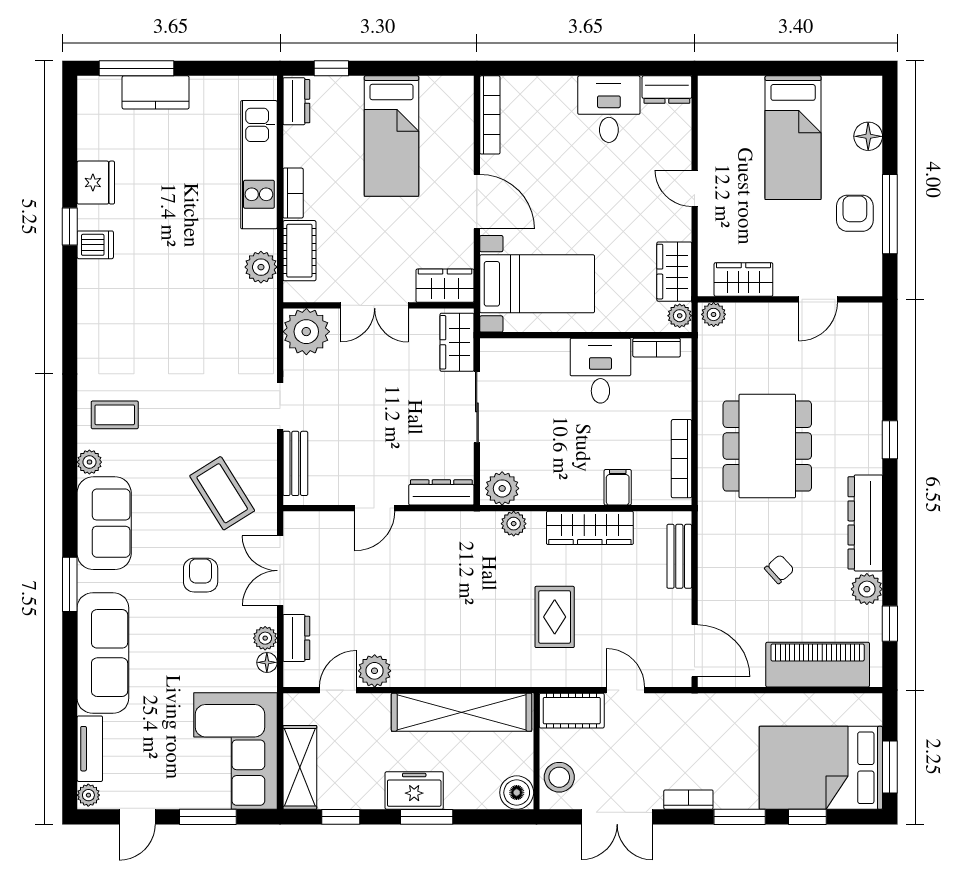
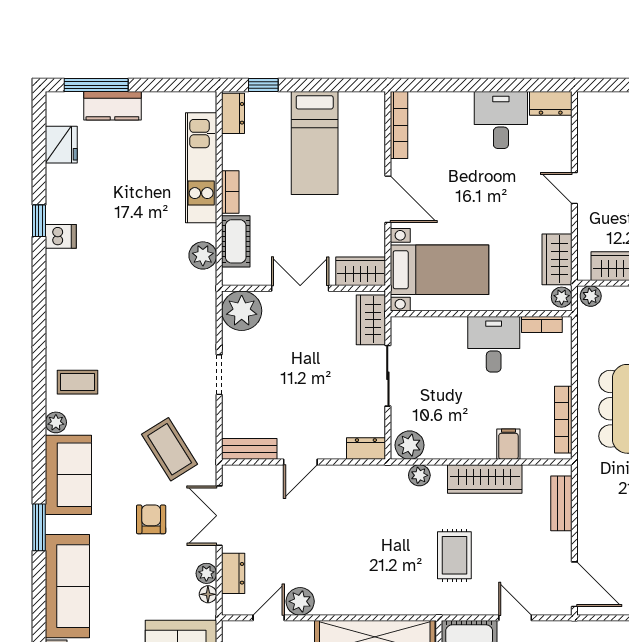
fridge: (96, 183) -> (61, 145), moved
double door: (375, 305) -> (300, 288), swing flipped
bench: (295, 463) -> (249, 449), moved, turned 90
dresser: (441, 492) -> (366, 449), width x0.70

